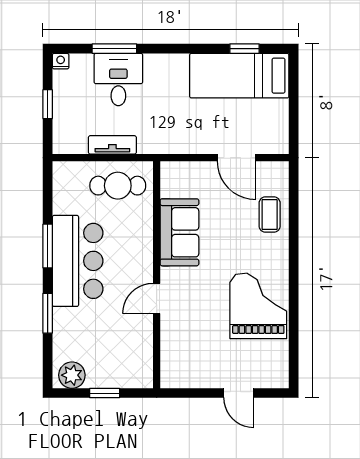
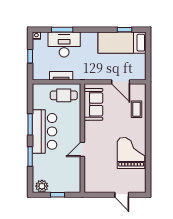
desk: (118, 79) -> (64, 45), width x1.37
sofa: (179, 232) -> (93, 104), moved

